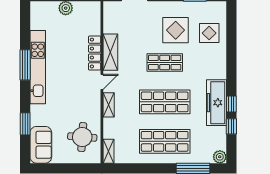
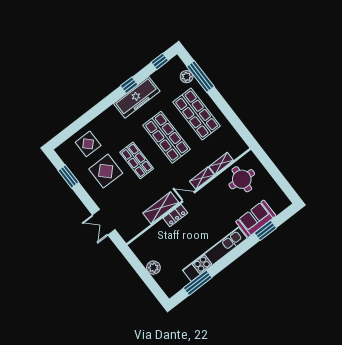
locker: (95, 53) -> (175, 216), width x0.66
window: (25, 65) -> (198, 283), moved
window: (231, 126) -> (160, 61), moved
sofa: (41, 145) -> (256, 219), moved
shelving: (108, 151) -> (221, 163), moved
plant: (220, 157) -> (187, 77), moved

